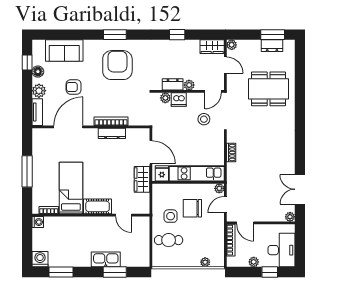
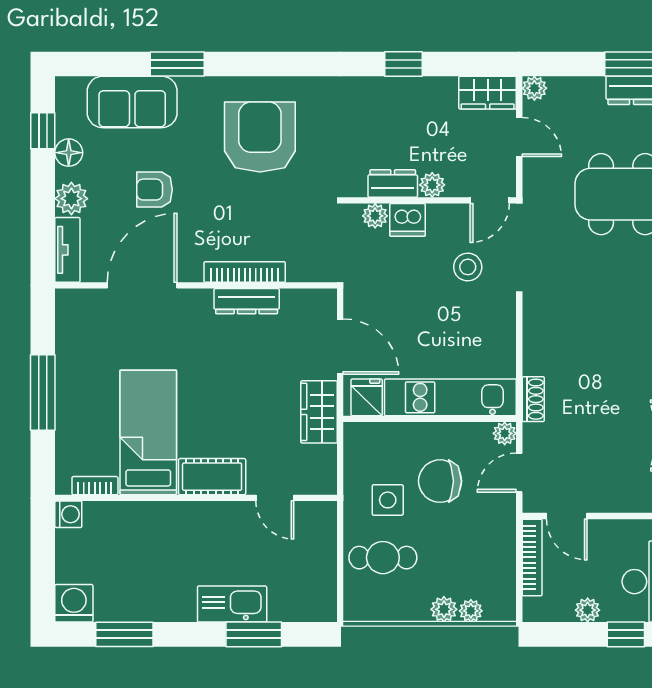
window: (115, 35) -> (177, 64), moved
shoe rack: (231, 153) -> (533, 399), moved
plant: (194, 262) -> (444, 609), added

